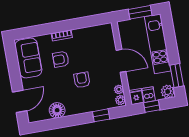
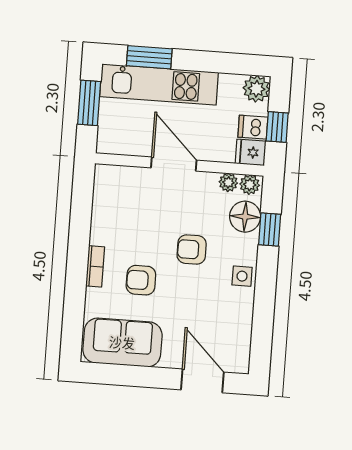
armchair: (61, 59) -> (141, 280), turned 90
door: (121, 61) -> (174, 164), hinge flipped
window: (177, 75) -> (149, 57), moved
side table: (75, 108) -> (242, 276), added
floor lamp: (57, 110) -> (245, 217), moved

